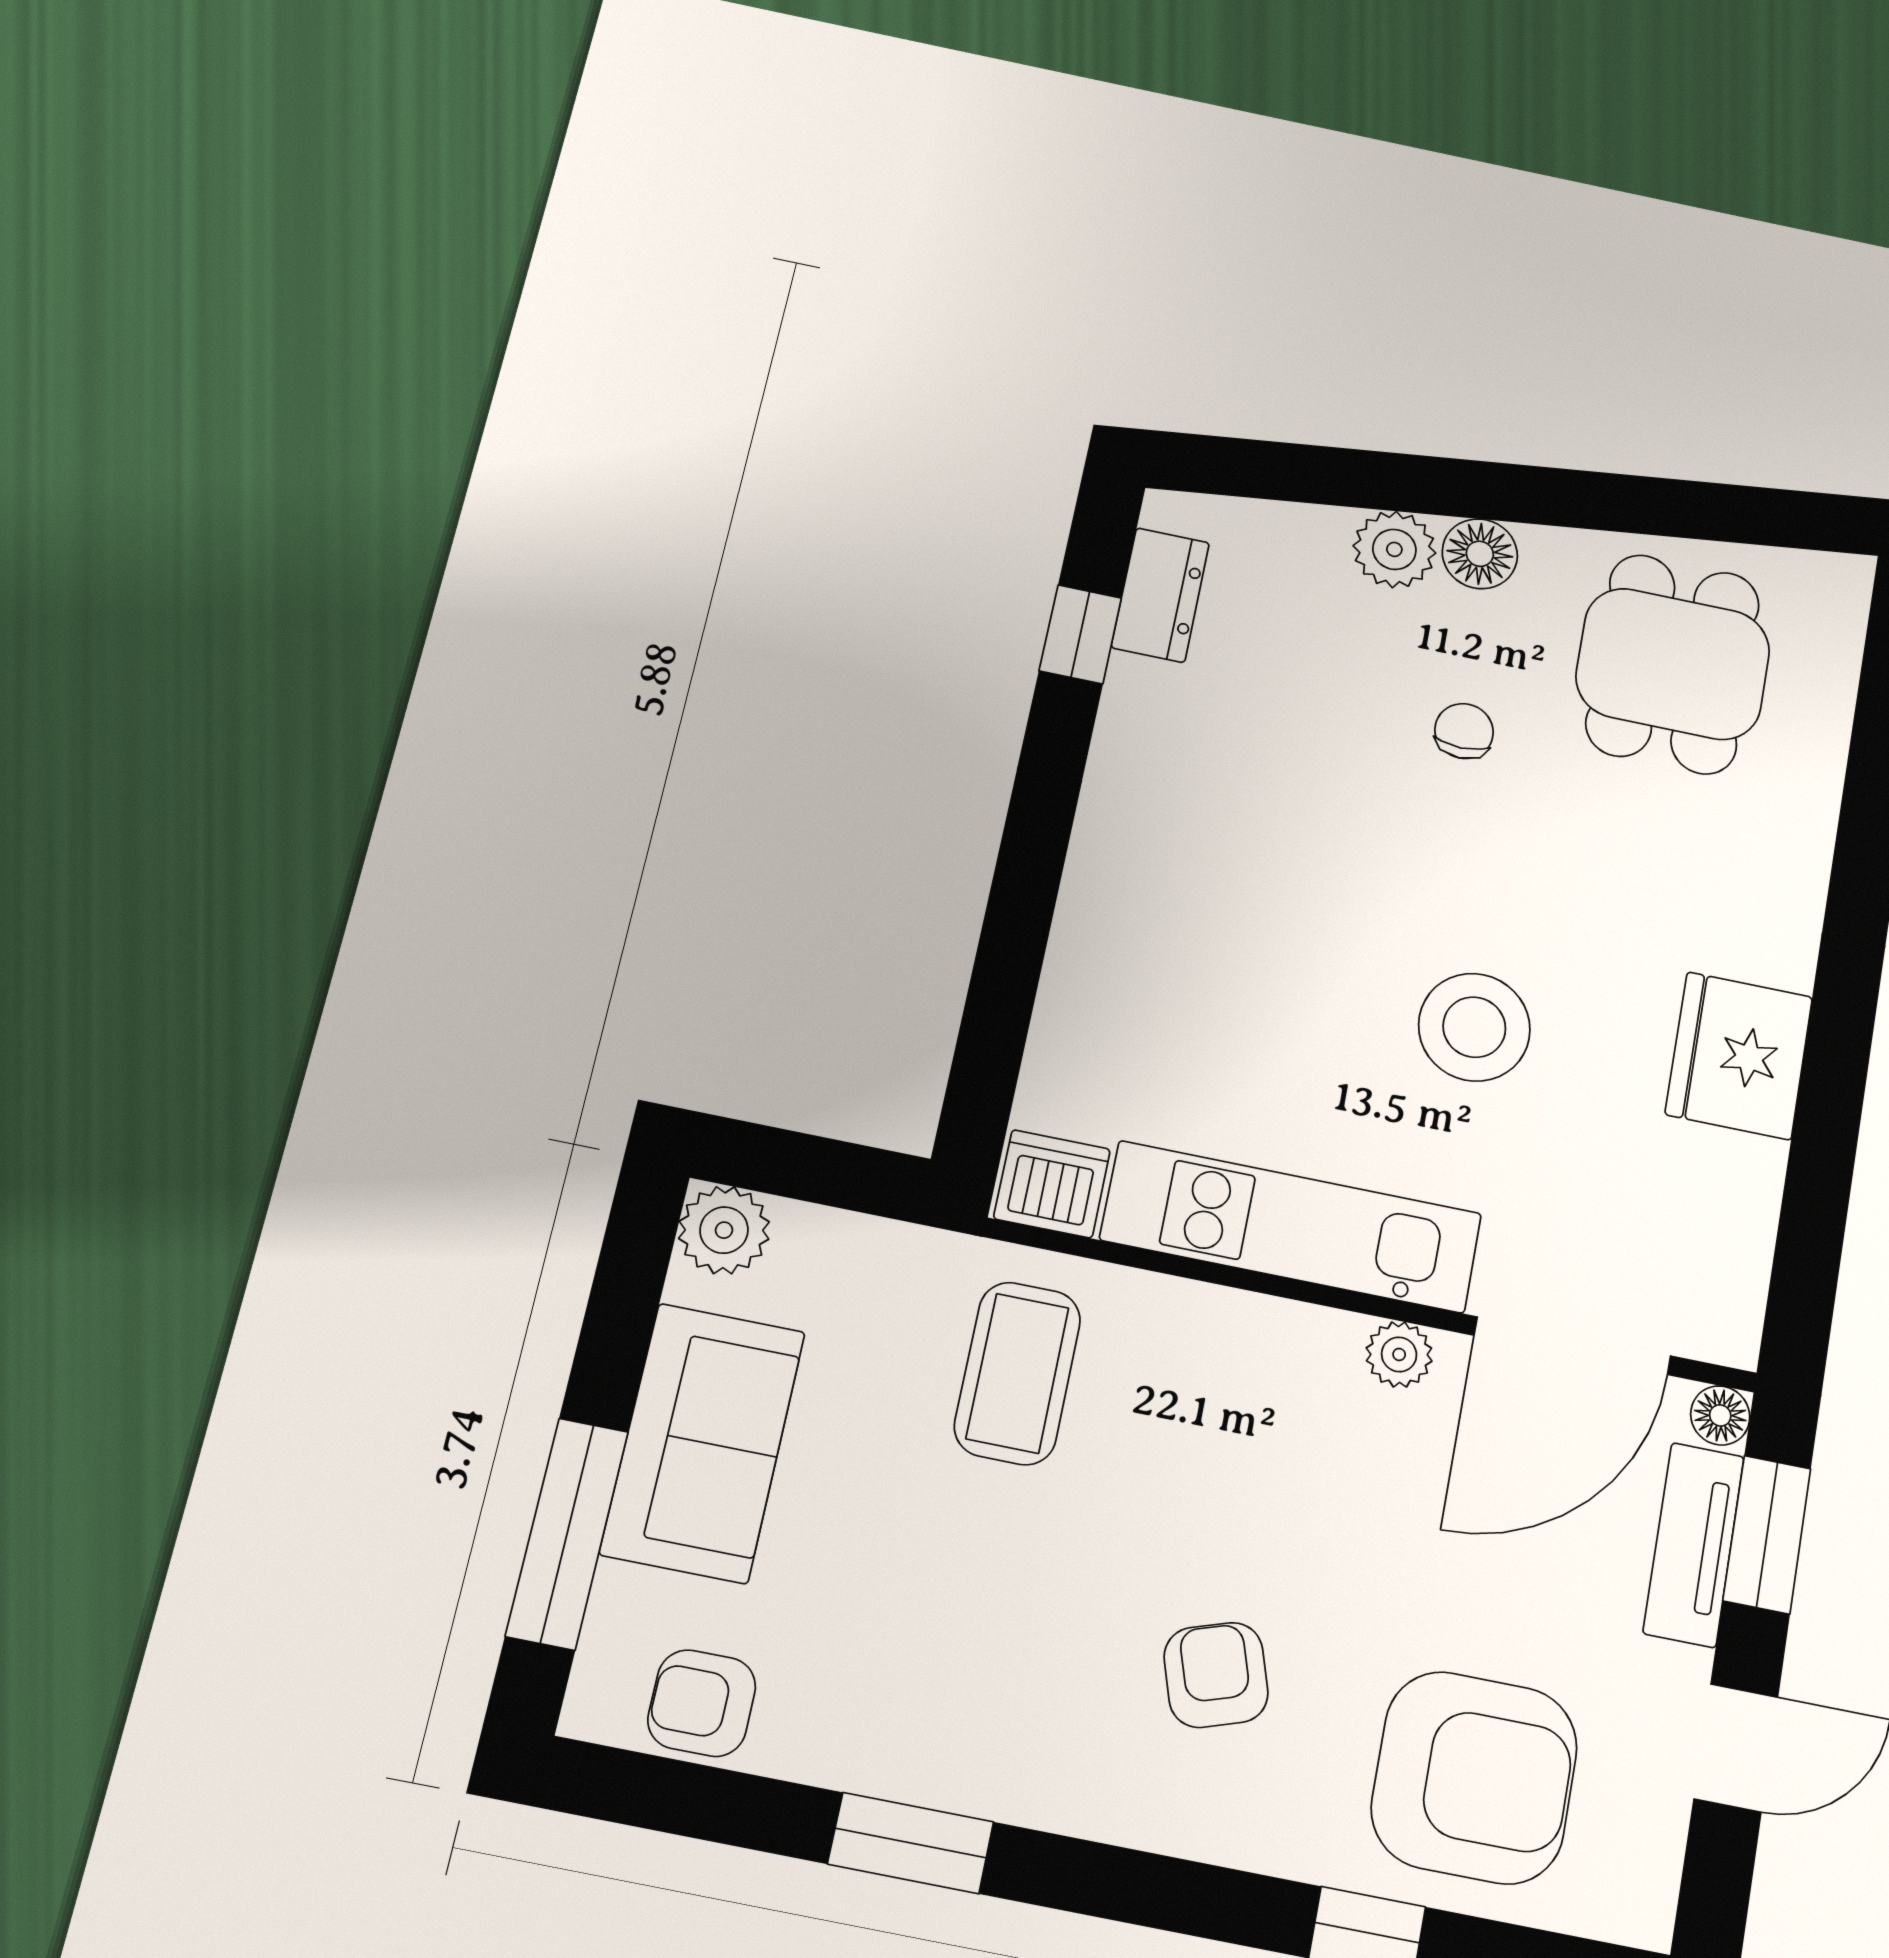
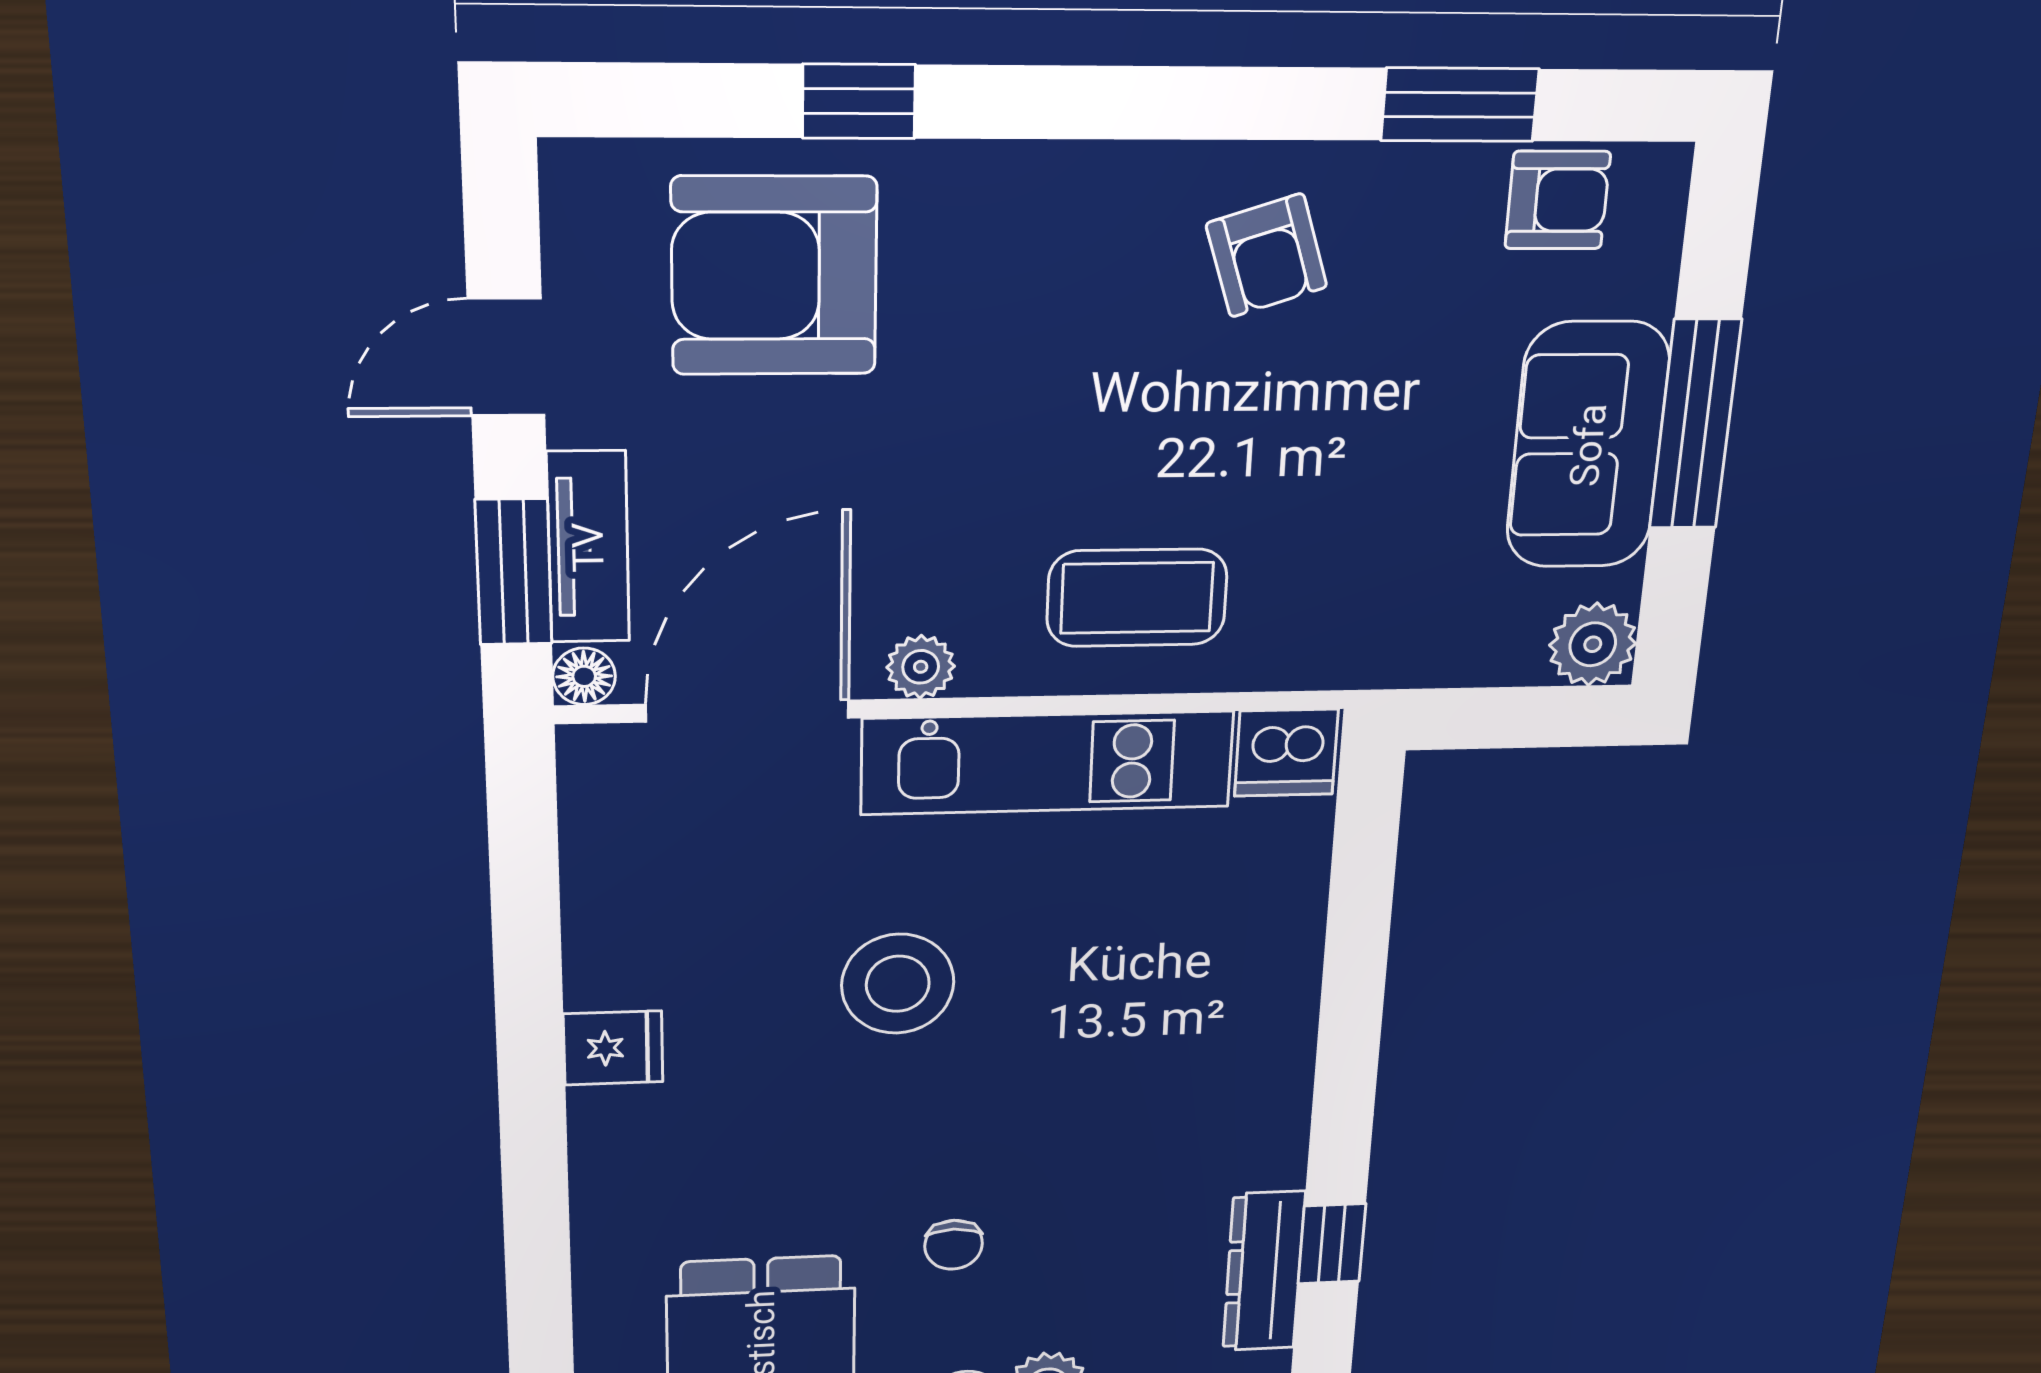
dresser: (1160, 595) -> (1264, 1271), width x1.44
fridge: (1739, 1056) -> (613, 1048), width x0.53, depth x0.75
coffee table: (1017, 1373) -> (1137, 598), moved, turned 90
window: (567, 1533) -> (1695, 425), moved
armchair: (1216, 1675) -> (1267, 255), moved
window: (911, 1843) -> (1460, 105), moved

